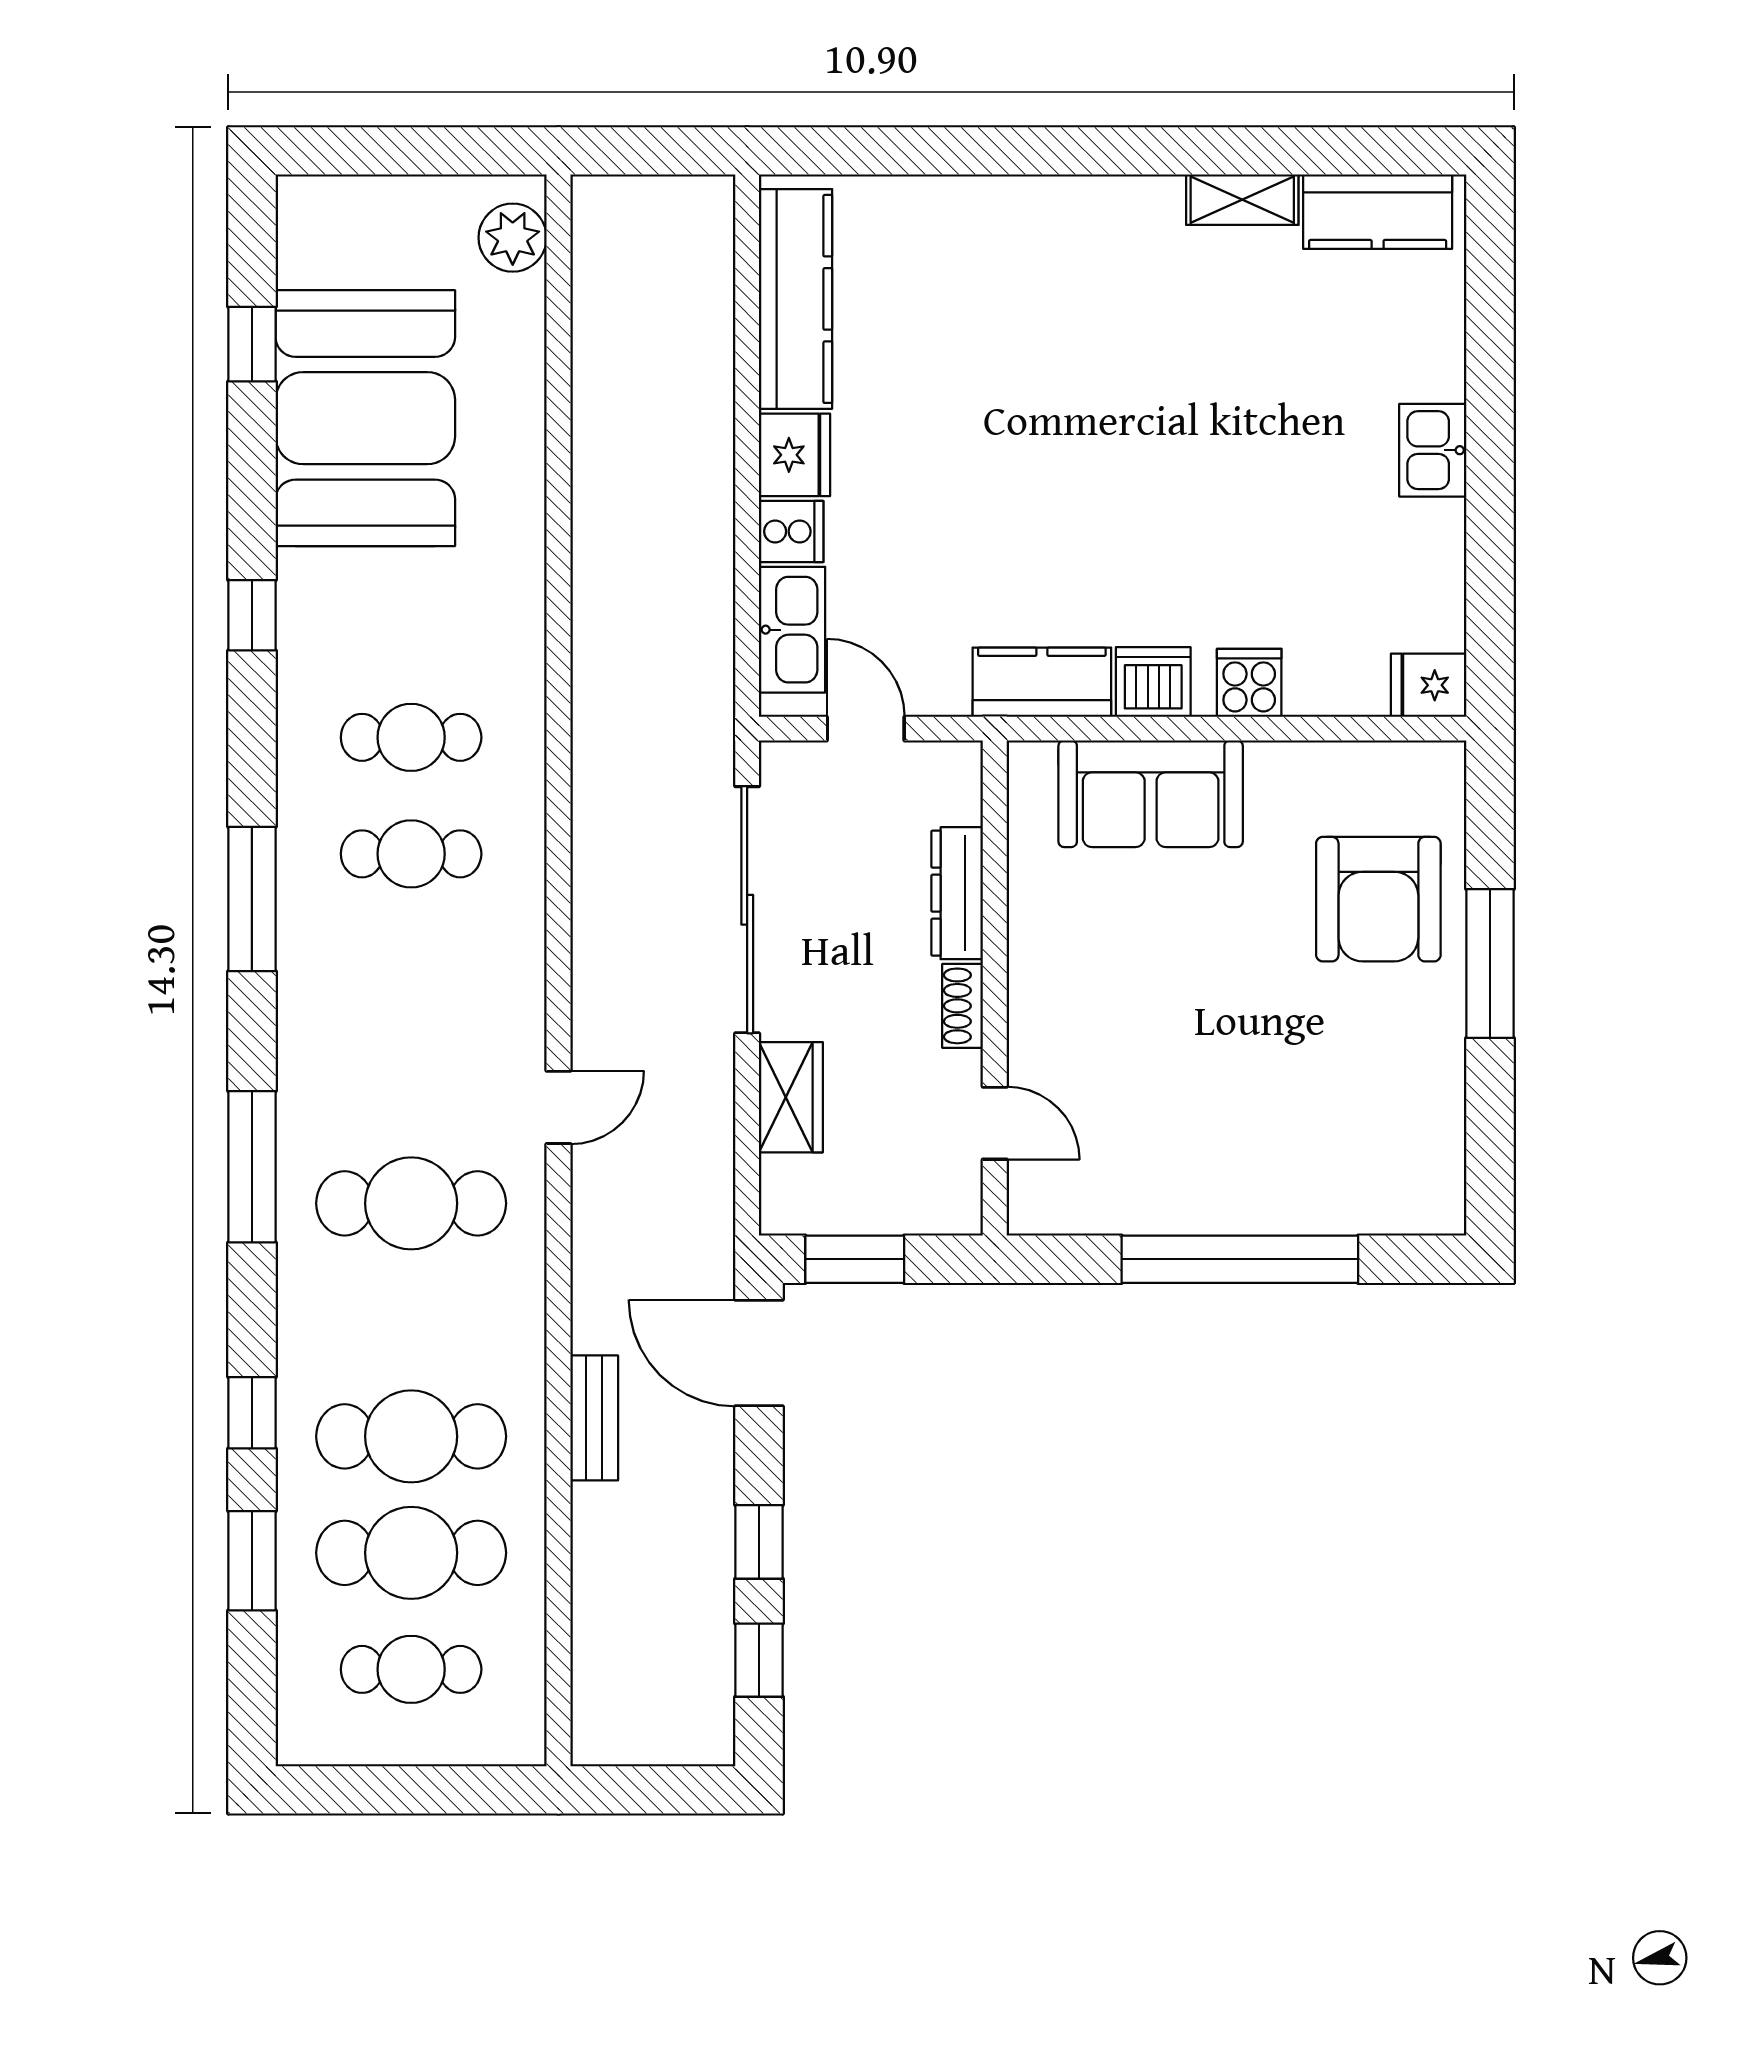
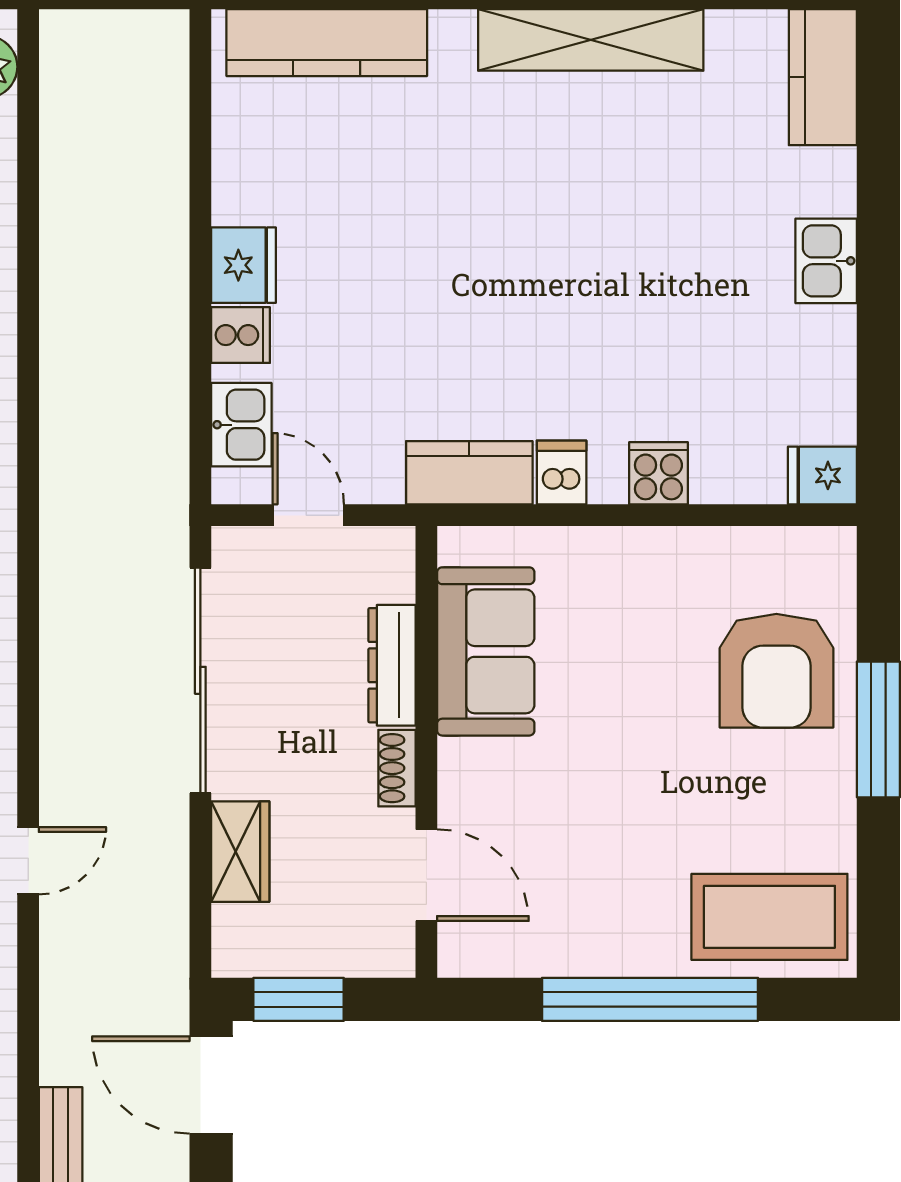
shelving: (1242, 200) -> (591, 40), width x2.20, depth x1.33
kitchen counter: (1378, 212) -> (823, 77), moved, turned 90
kitchen counter: (796, 299) -> (327, 43), moved, turned 90
kitchen sink: (792, 630) -> (241, 425), width x0.73
dishwasher: (1153, 682) -> (562, 472), width x0.73
sofa: (1151, 794) -> (486, 651), moved, turned -90
door: (995, 1123) -> (426, 875), width x1.38
coffee table: (1371, 1169) -> (769, 917), added

